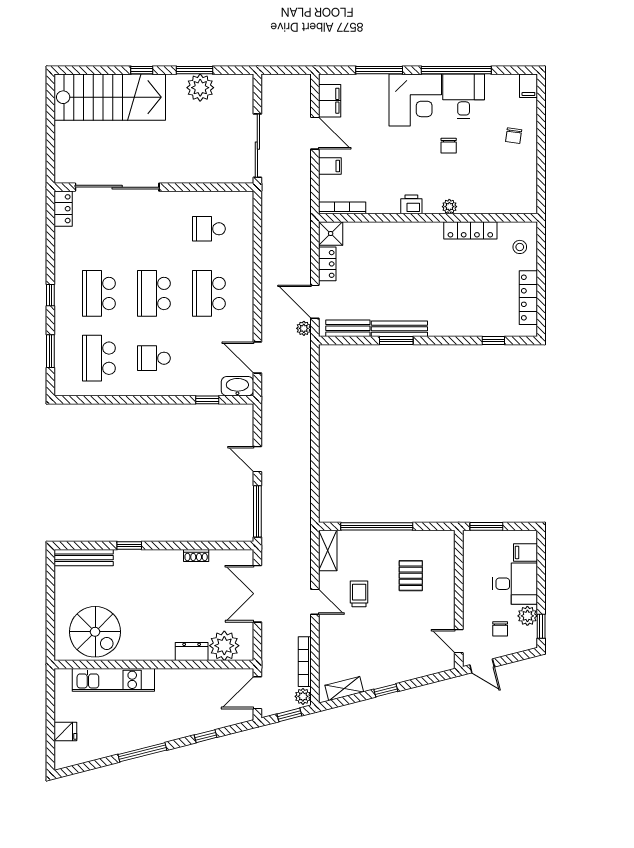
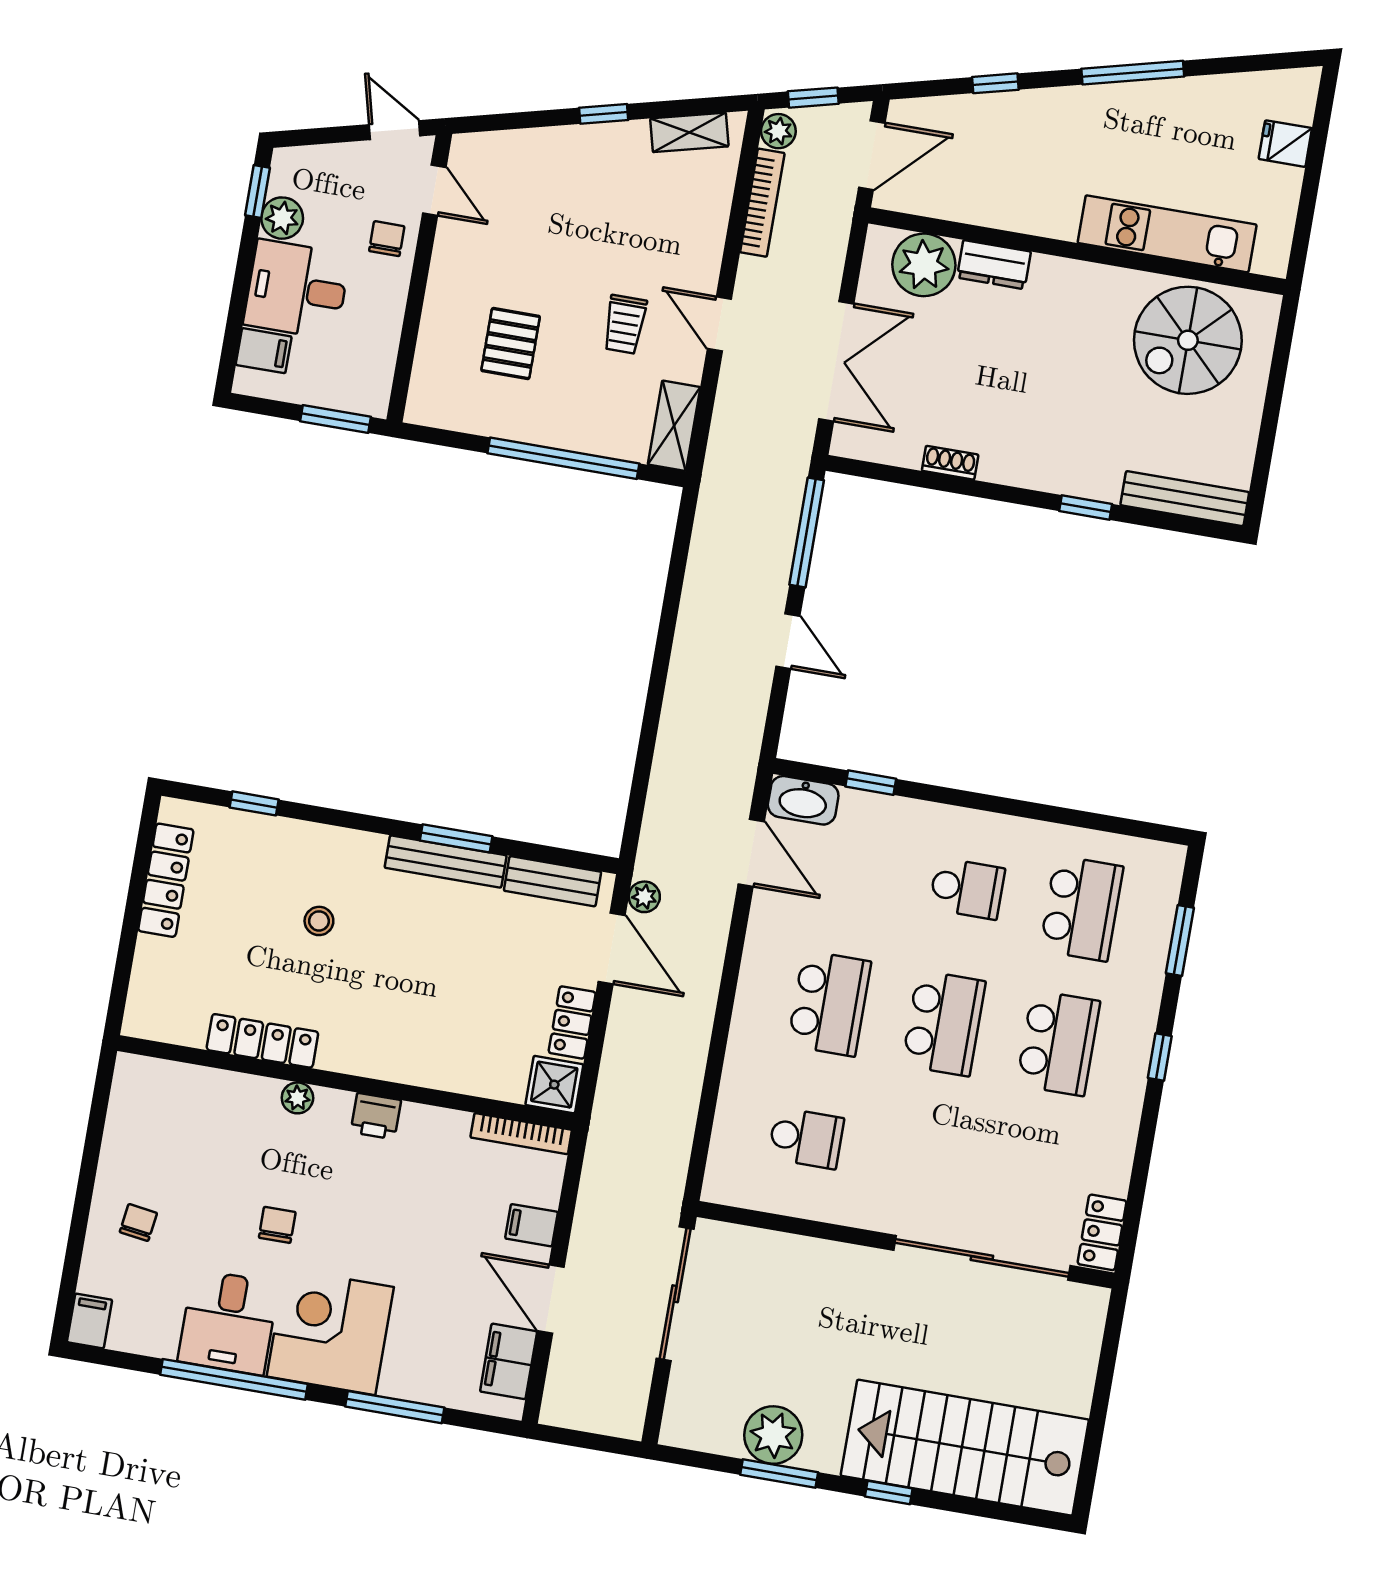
stool: (520, 247) -> (319, 921), moved
chair: (500, 629) -> (387, 239), moved
spiral stairs: (95, 632) -> (1188, 340), turned -90

